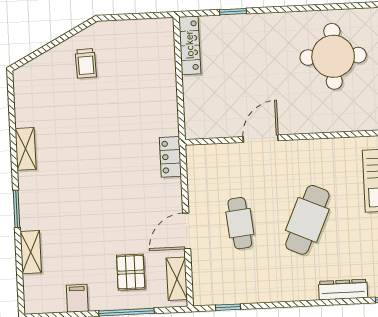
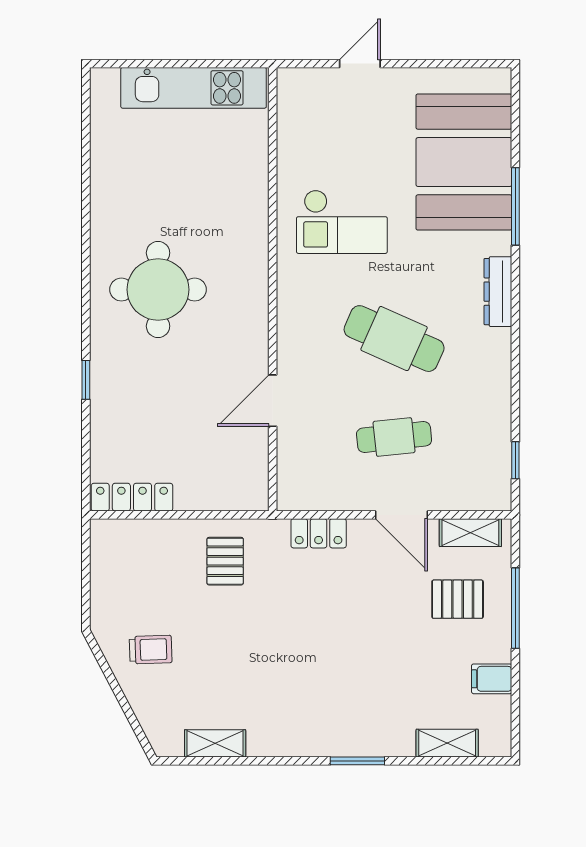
window: (233, 12) -> (86, 380), moved
pallet: (149, 111) -> (225, 561), added
door: (261, 139) -> (273, 401), hinge flipped
shelving: (26, 149) -> (215, 743), moved
locker: (170, 157) -> (319, 533), moved
shelving: (31, 252) -> (447, 743), moved

